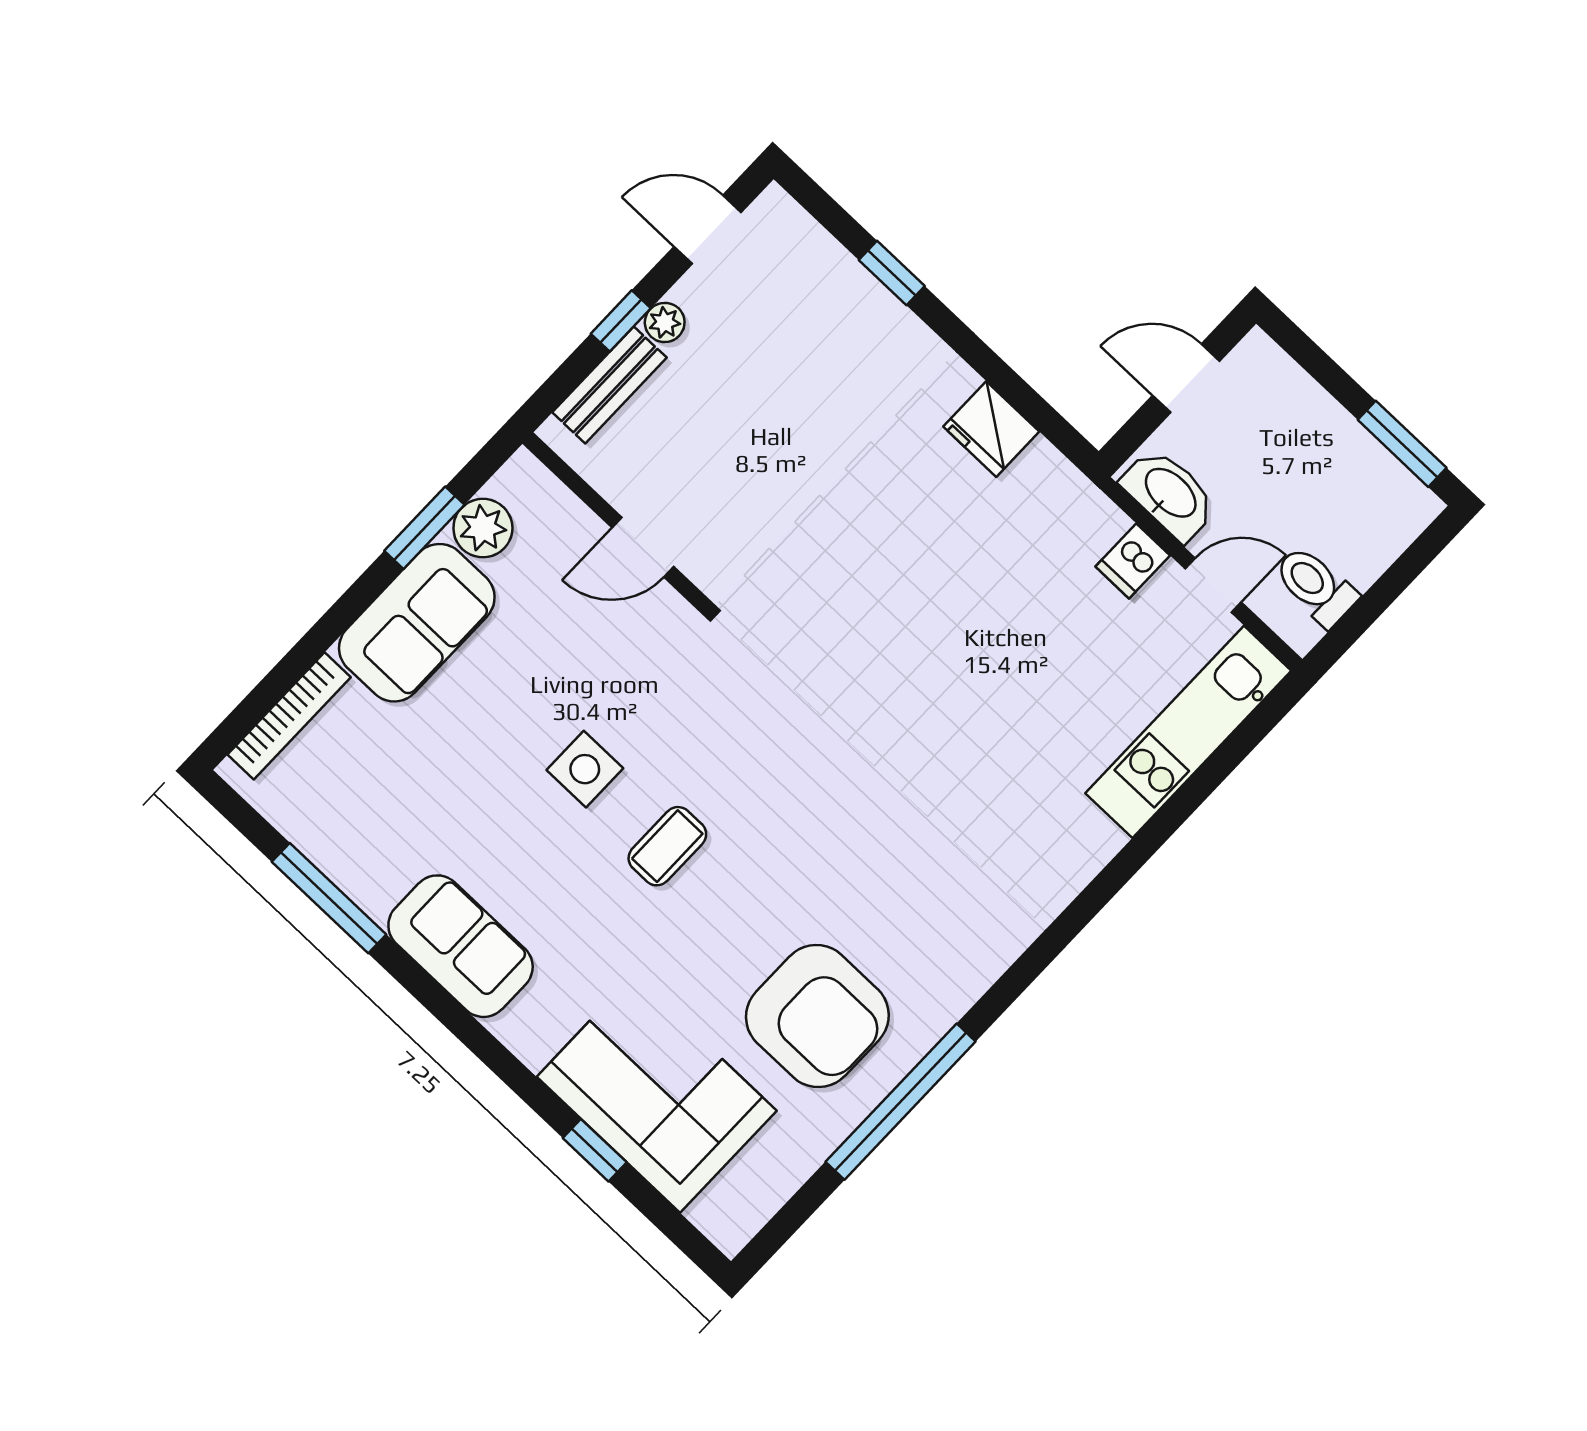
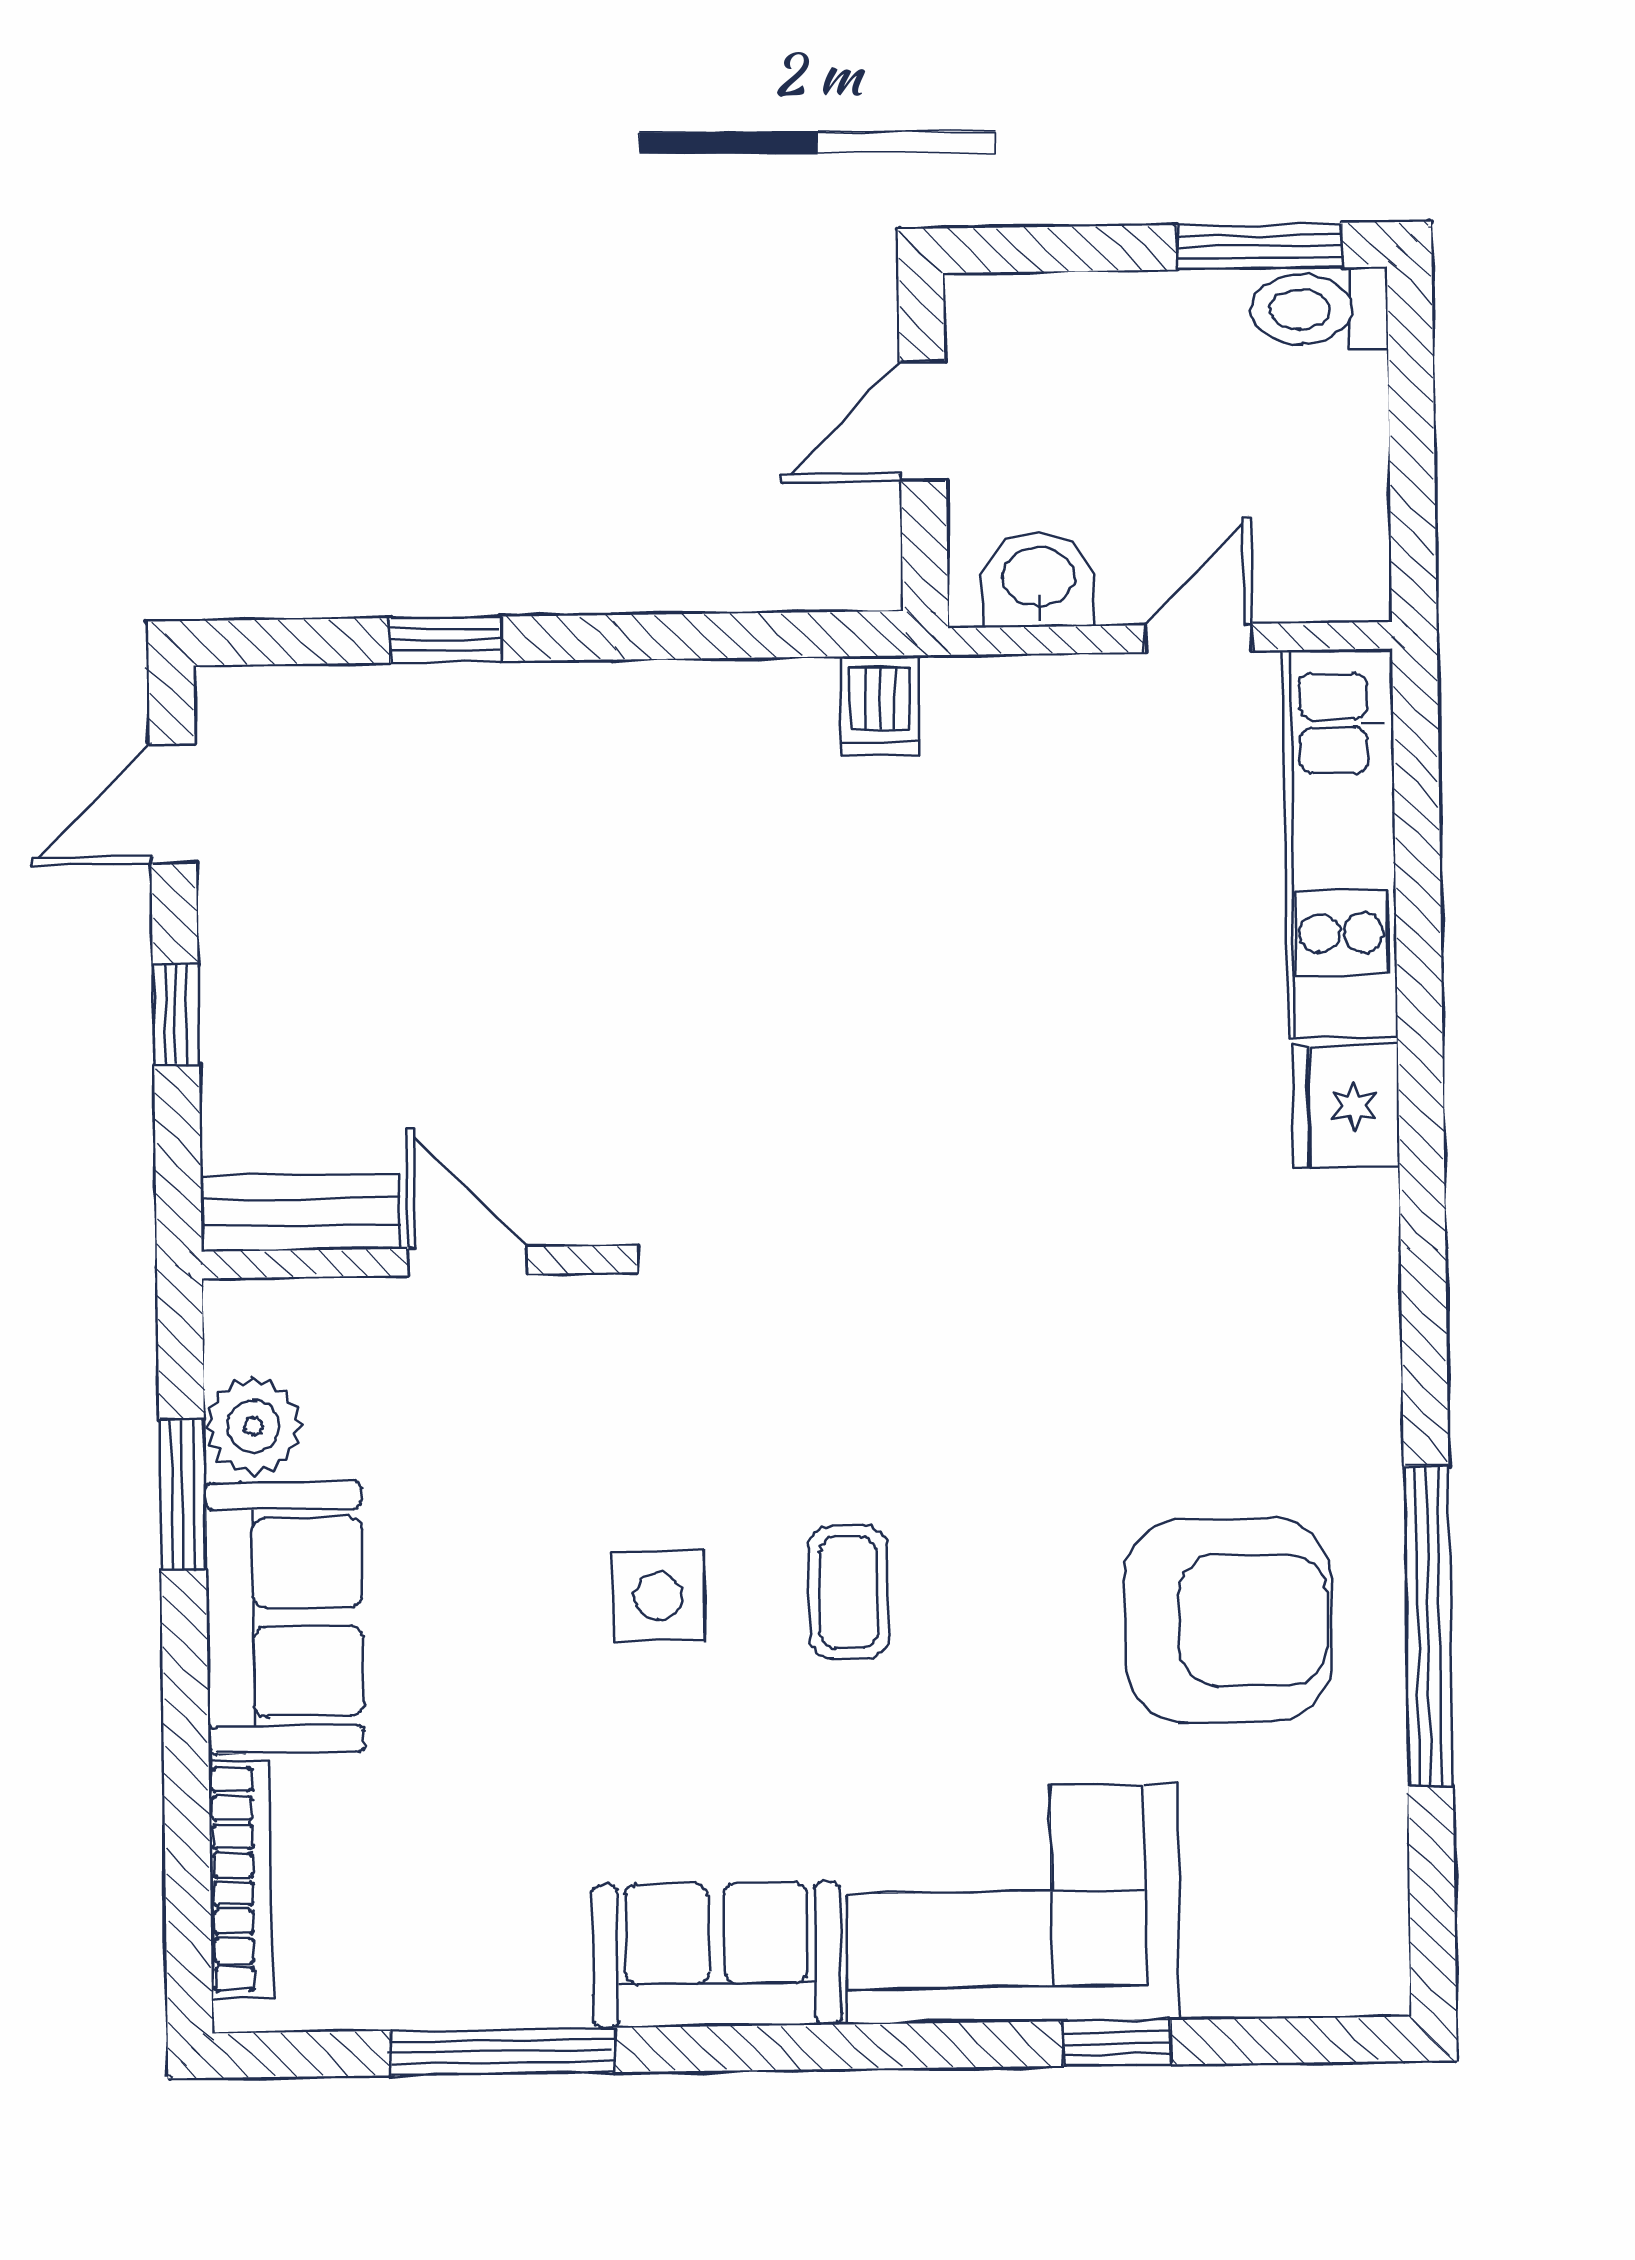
plant: (665, 322) -> (231, 966), removed
bench: (609, 385) -> (301, 1212), moved, turned 90
fridge: (991, 429) -> (1346, 1106), moved, turned 90
washbasin: (1170, 494) -> (1039, 579), width x0.72
door: (643, 547) -> (468, 1261), swing flipped
dishwasher: (1133, 561) -> (880, 706), moved
toilet: (1316, 586) -> (1319, 309), moved
corner sofa: (657, 1094) -> (1013, 1904), moved

